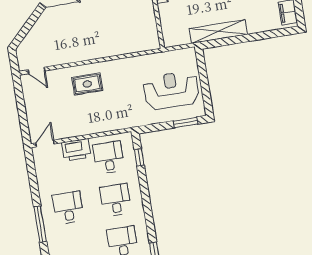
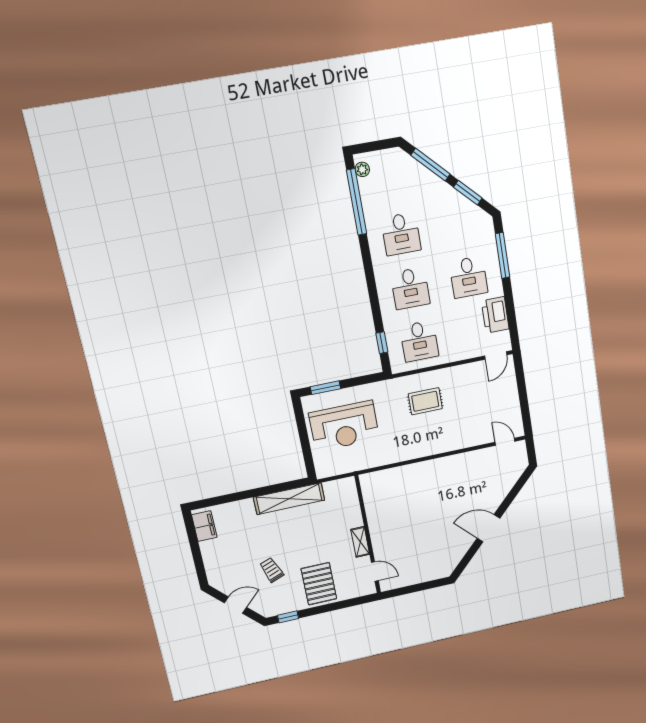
rug: (87, 84) -> (425, 401), moved
printer: (76, 150) -> (495, 315), moved, turned -90

